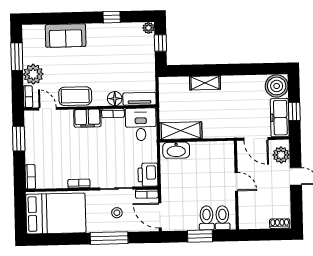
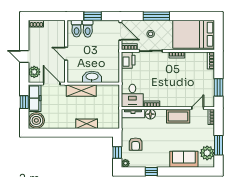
armchair: (135, 55) -> (136, 144), added
plant: (33, 74) -> (207, 153), moved
door: (48, 109) -> (198, 108), swing flipped
filing cabinet: (87, 118) -> (170, 101), removed
shelving: (181, 131) -> (81, 91), moved
washbasin: (176, 150) -> (92, 77), moved

